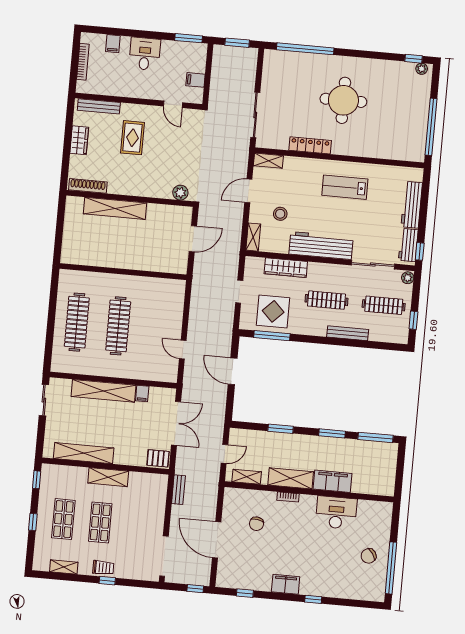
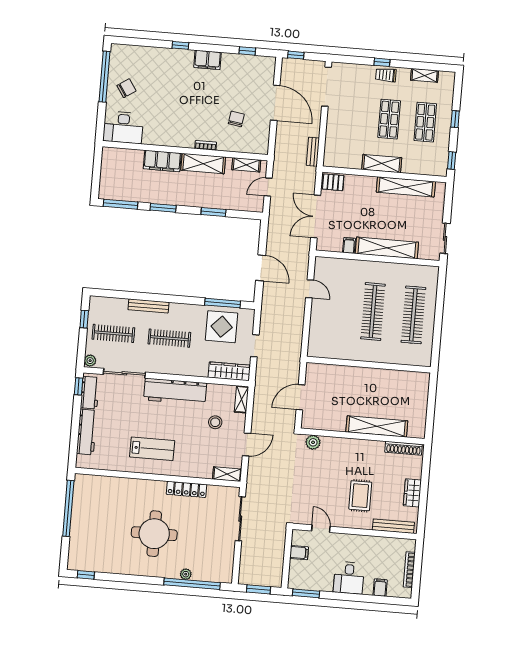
plant: (422, 69) -> (186, 574), moved
wardrobe: (286, 268) -> (229, 371), moved
desk: (336, 513) -> (123, 127), moved

